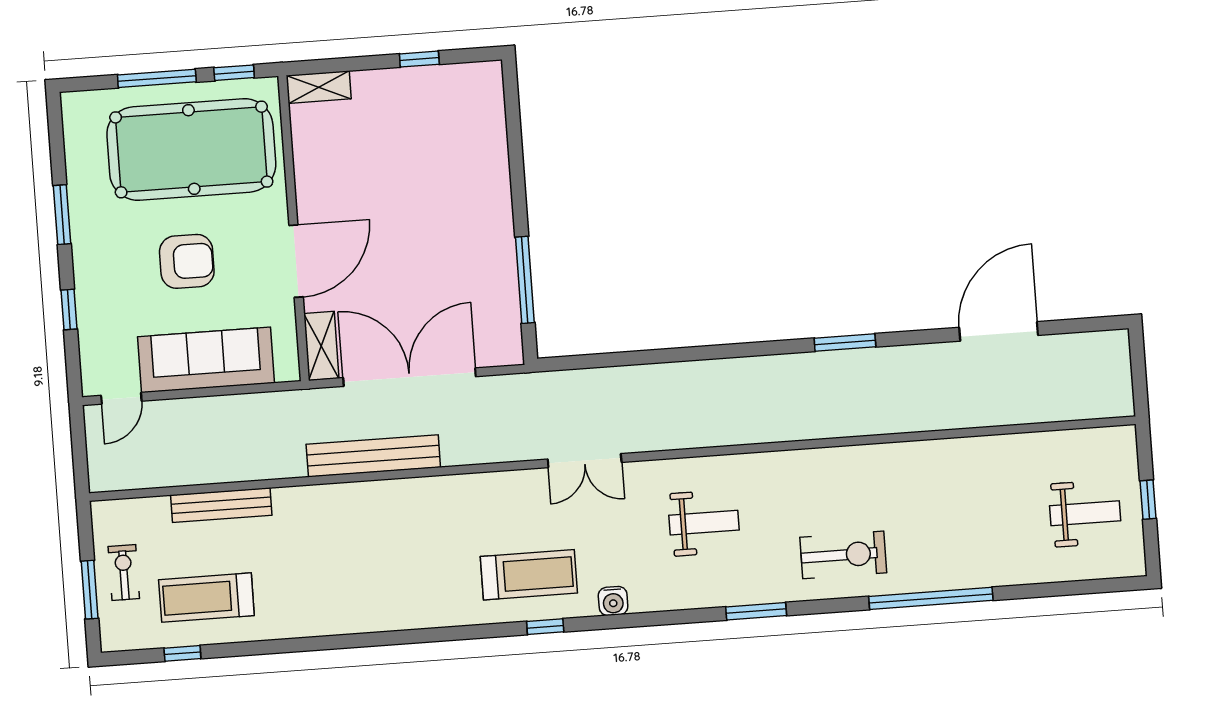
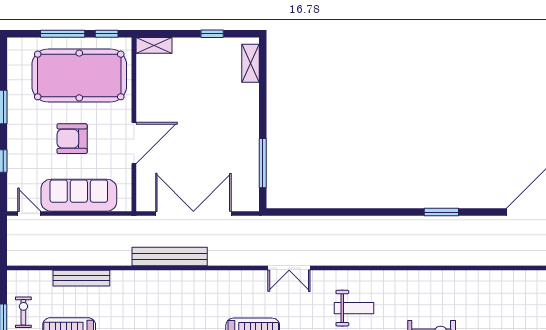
armchair: (187, 261) -> (72, 139), turned 180
shelving: (321, 346) -> (250, 63), moved
door: (121, 398) -> (29, 213), swing flipped

